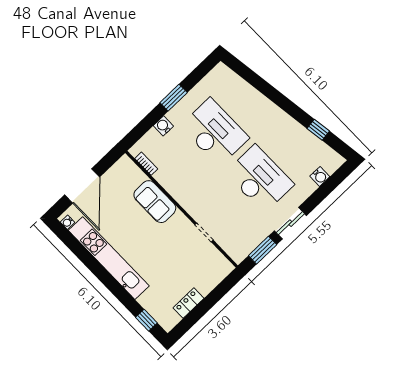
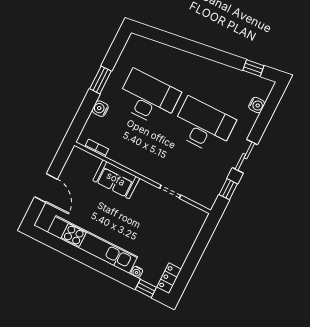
window: (318, 130) -> (253, 68), moved
door: (82, 186) -> (46, 188), width x0.73
water cooler: (68, 222) -> (137, 272), moved
window: (263, 250) -> (228, 189), width x0.67
locker: (188, 303) -> (169, 278), moved

